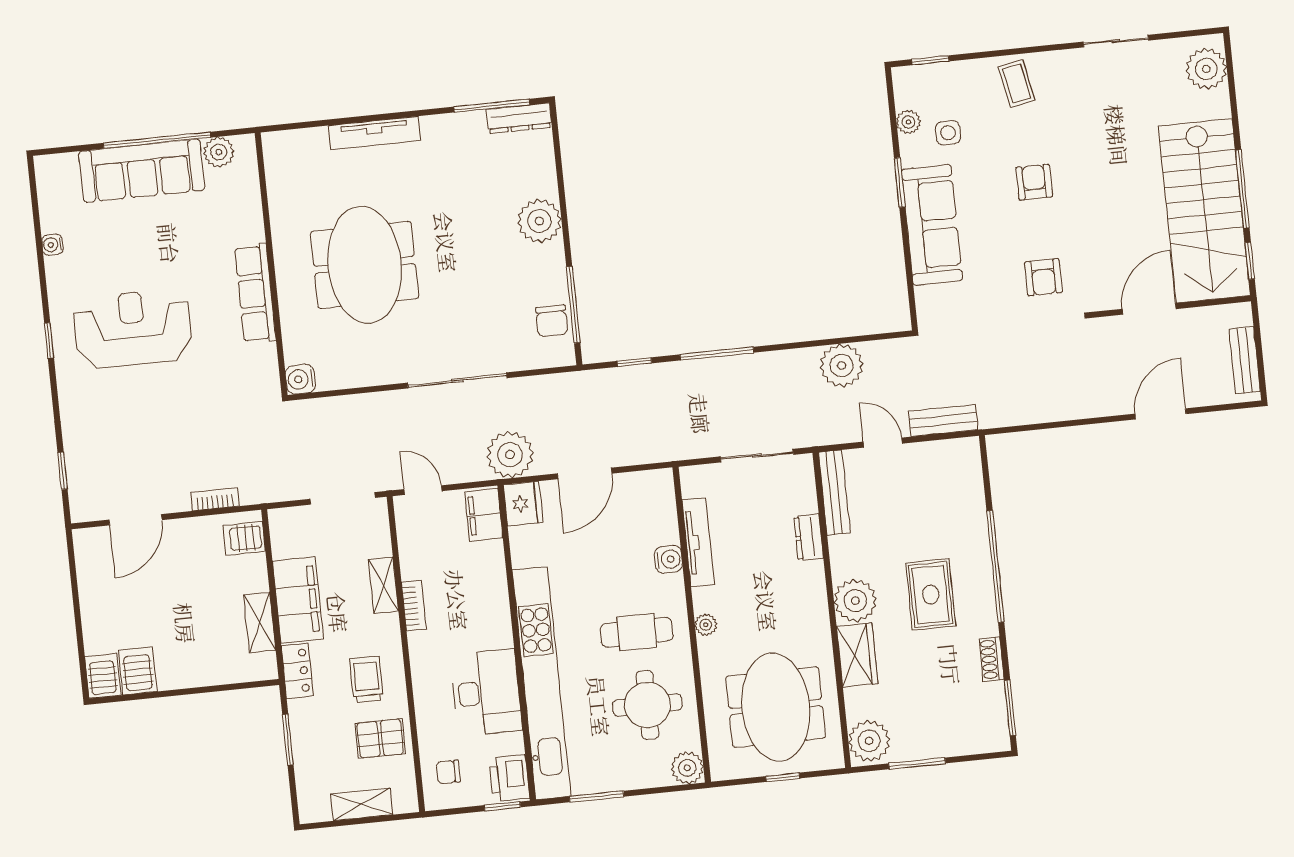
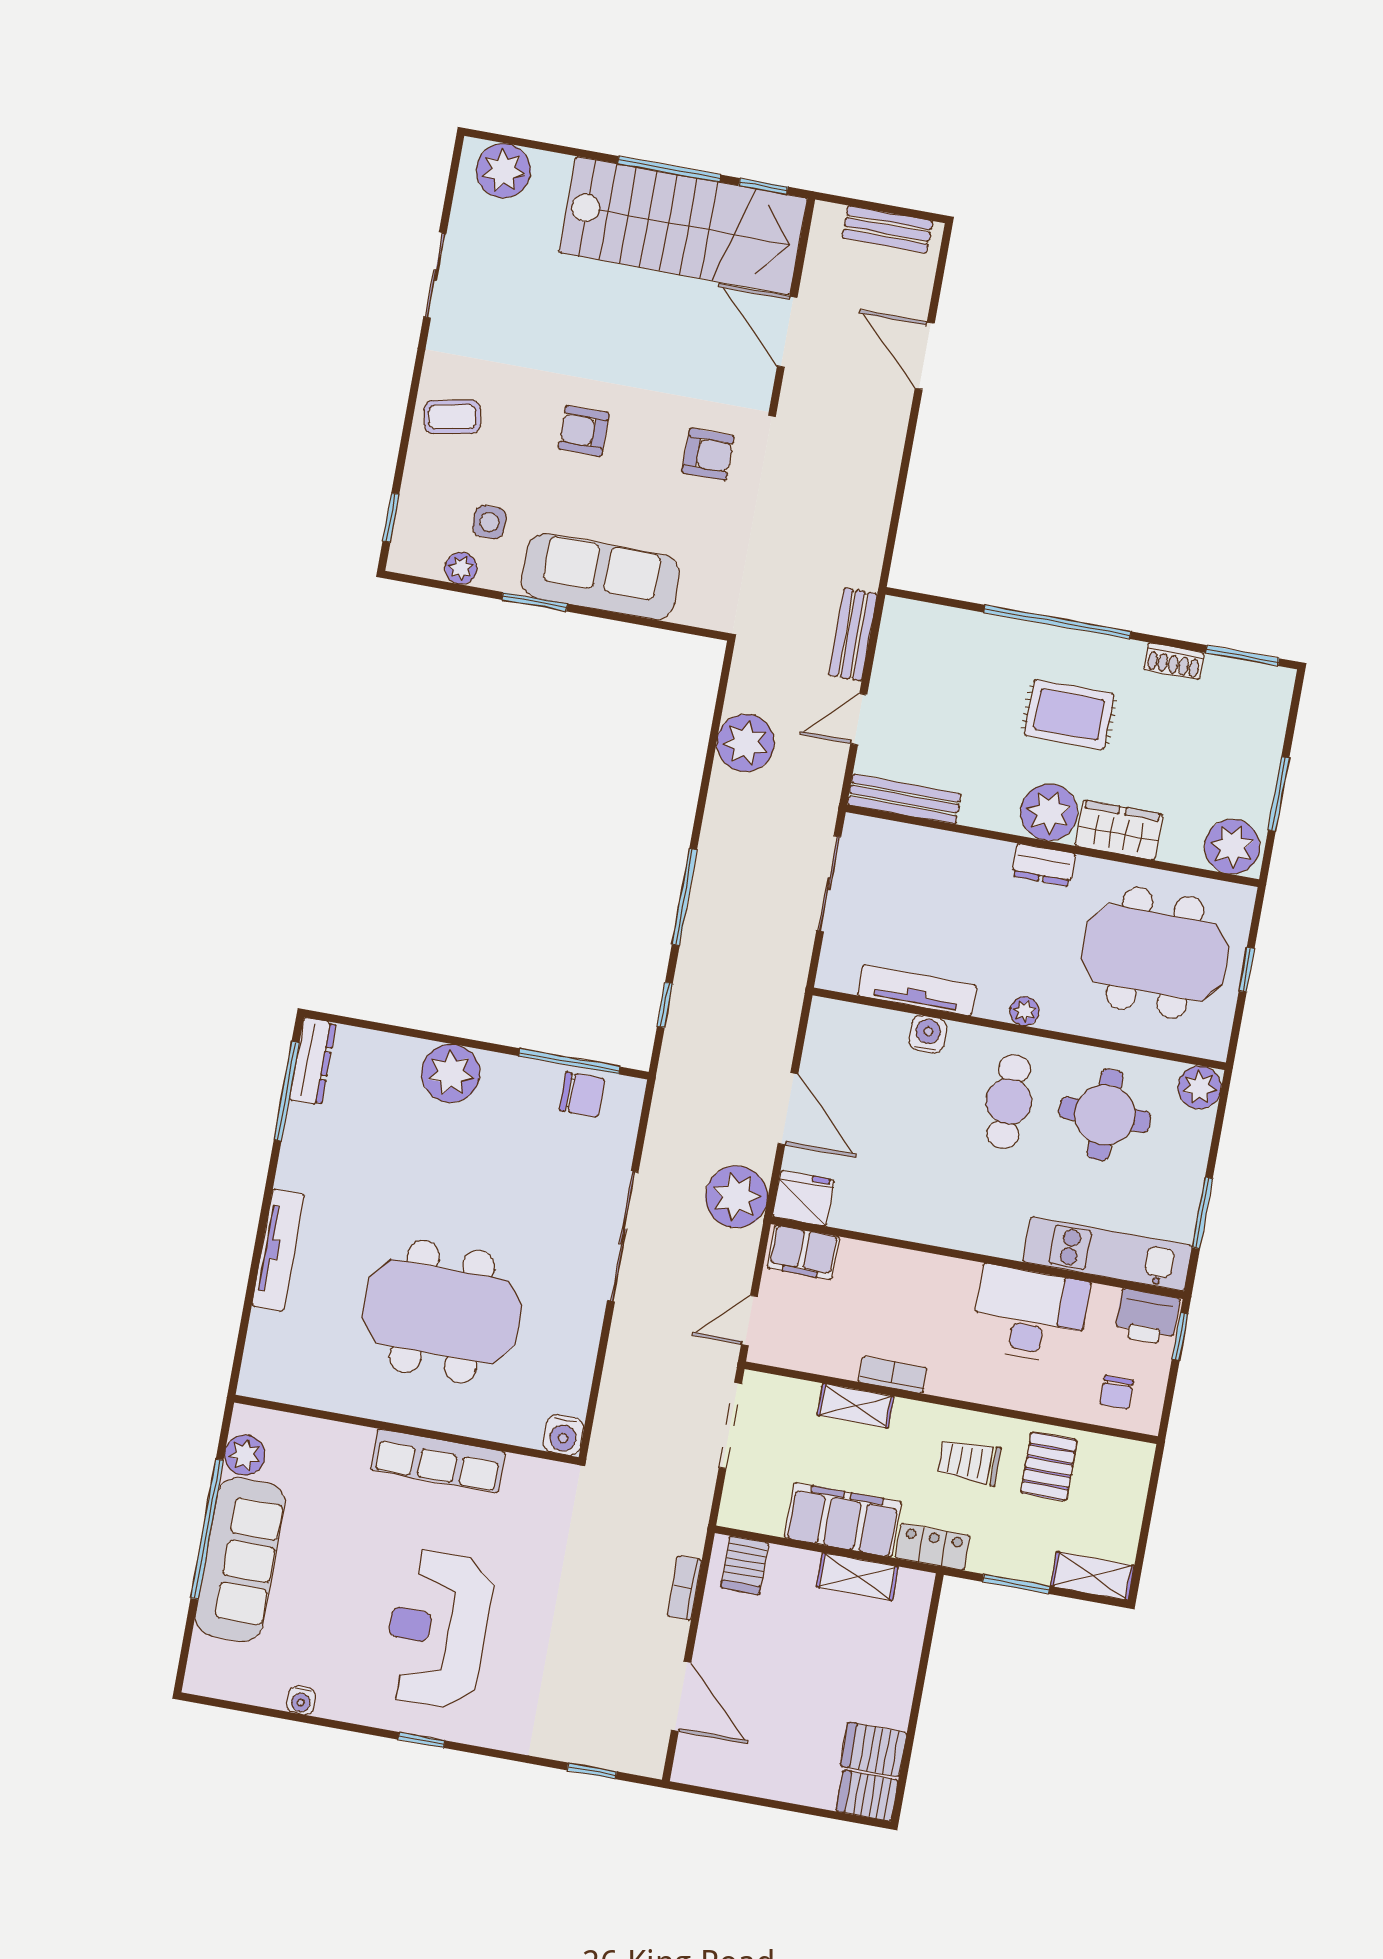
dresser: (809, 537) -> (1044, 865), moved
kitchen unit: (541, 683) -> (1108, 1254), width x0.54
shelving: (362, 804) -> (1093, 1576), moved, turned 90

